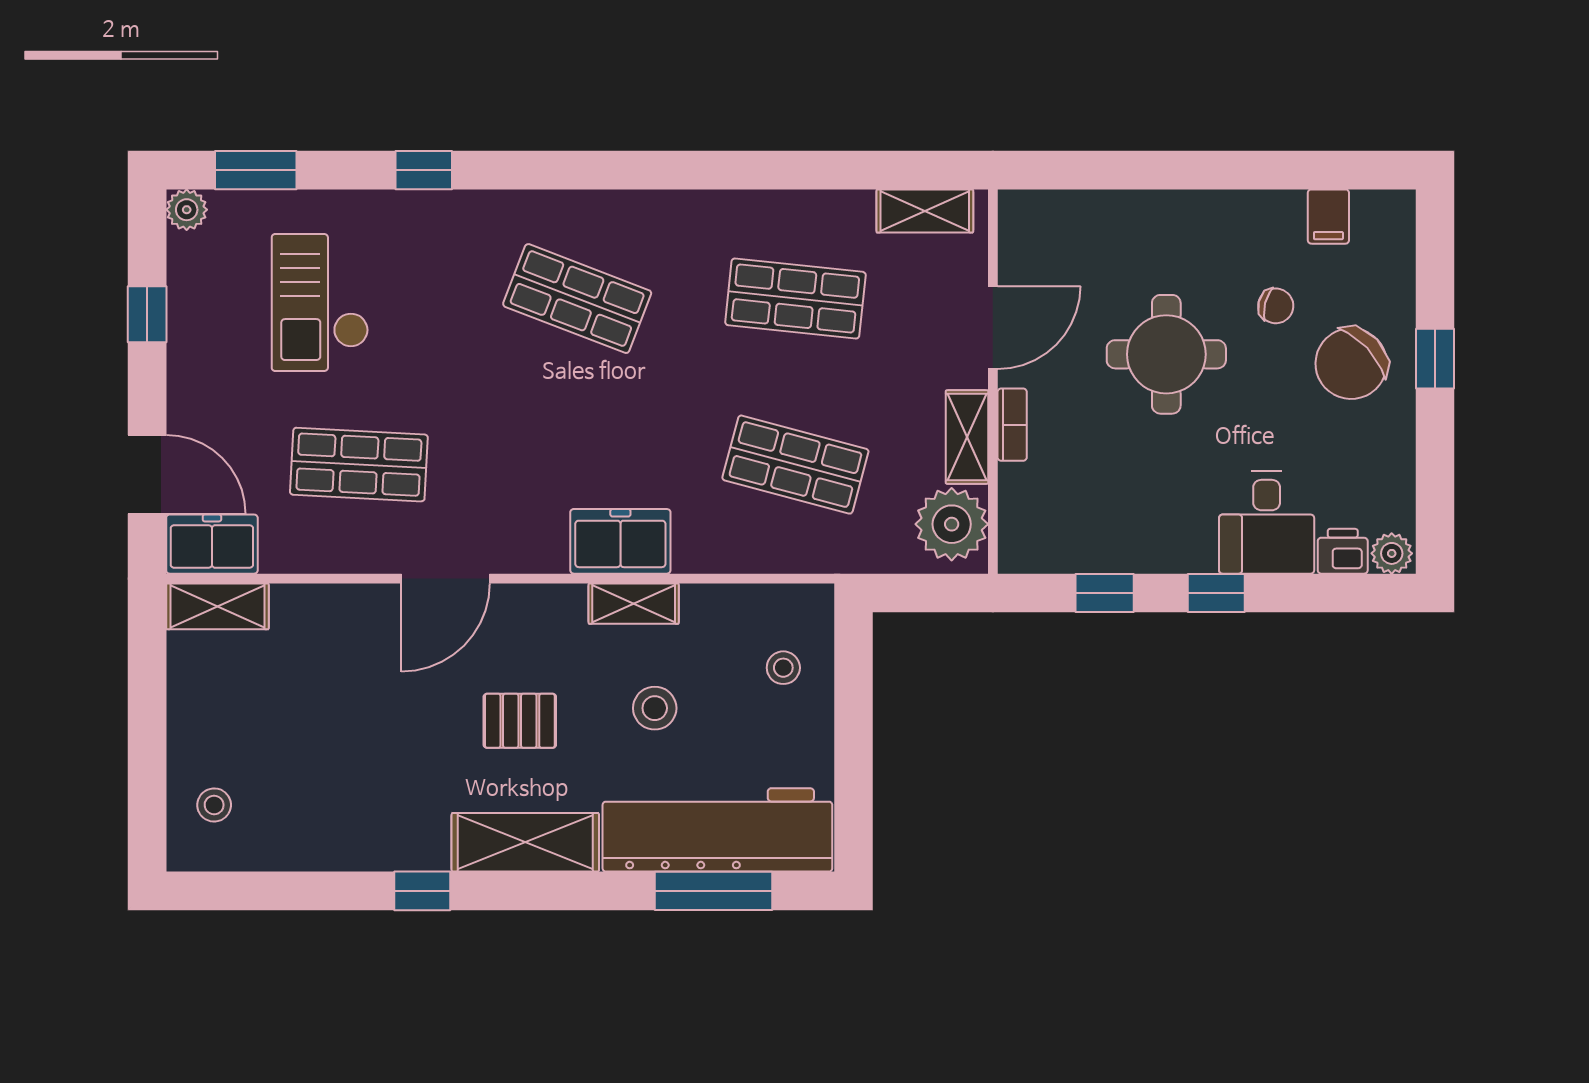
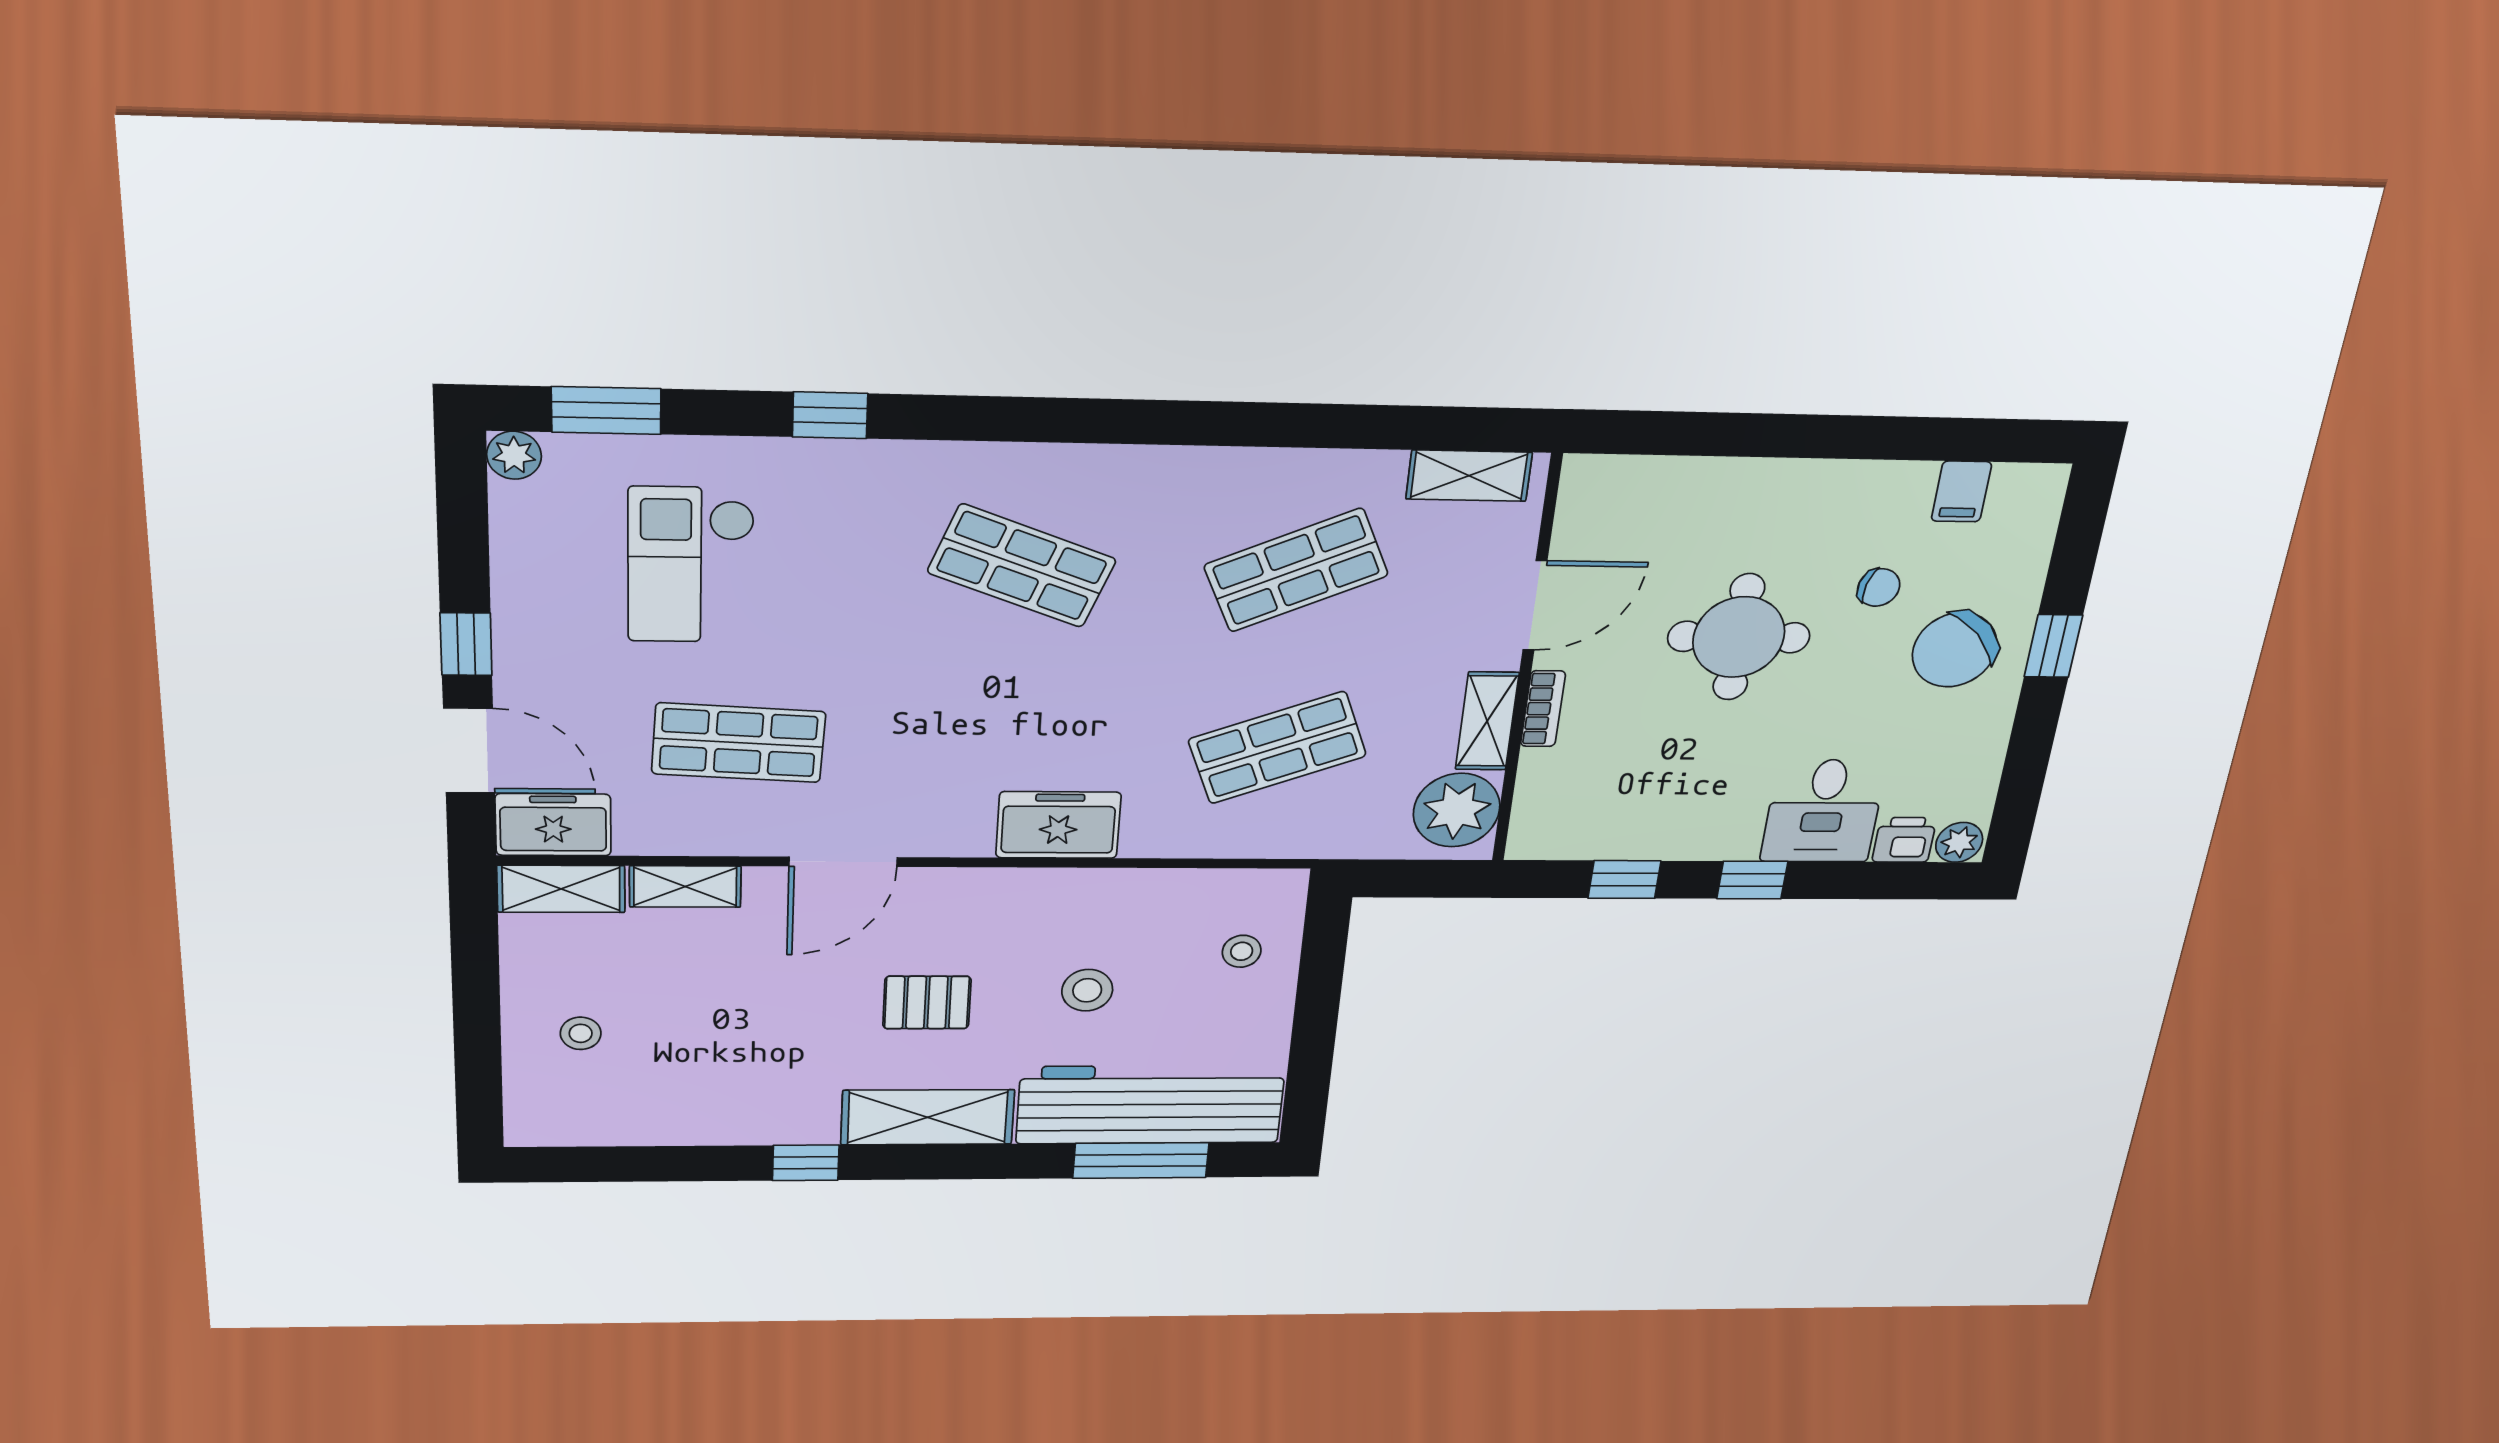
shop shelf: (795, 299) -> (1296, 570), turned -30
window: (147, 314) -> (466, 644), moved
shop shelf: (795, 465) -> (1277, 748), turned -36
shelving: (634, 604) -> (685, 887), moved
stool: (214, 805) -> (581, 1033), moved

